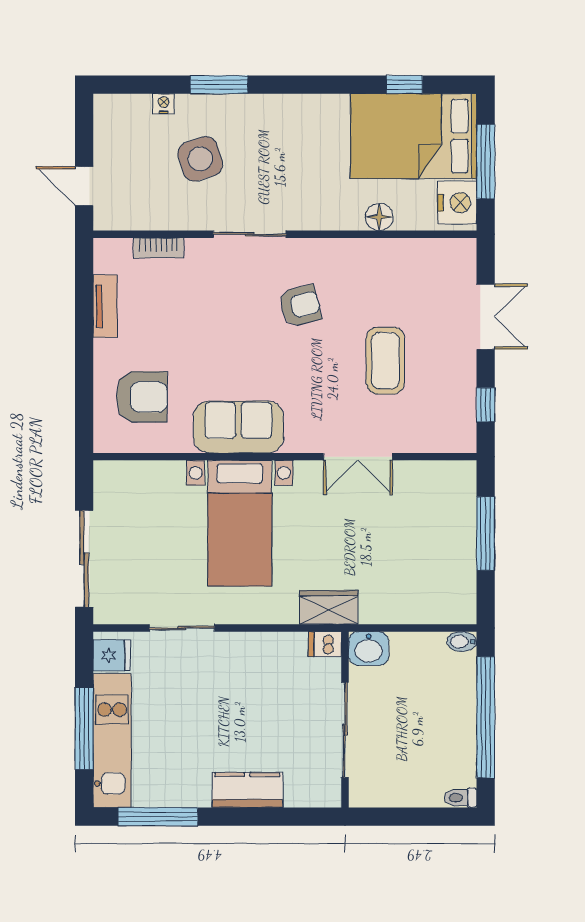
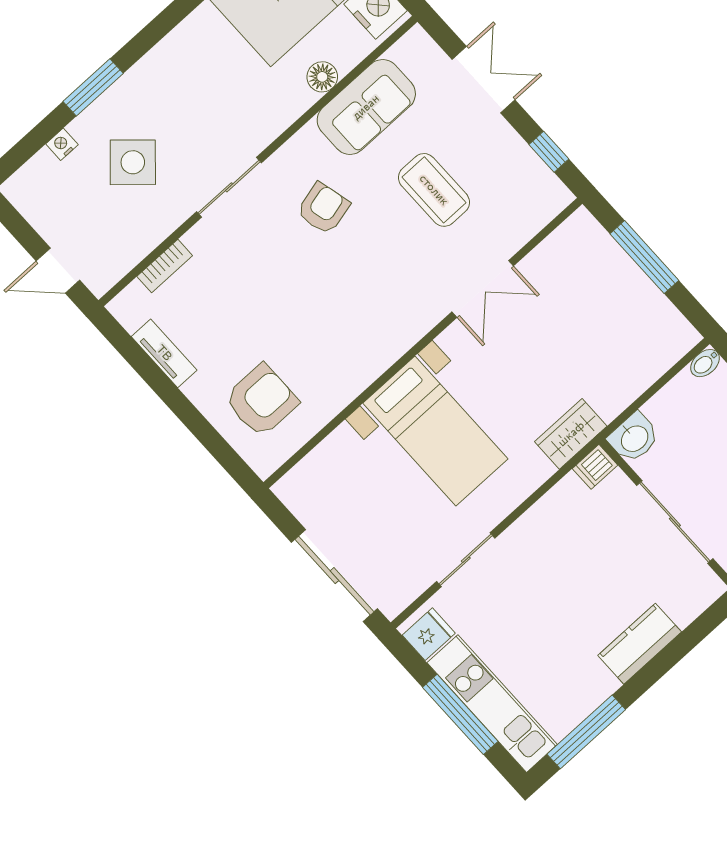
side table: (200, 159) -> (133, 162), turned -30
sofa: (238, 427) -> (366, 107), moved, turned 180

